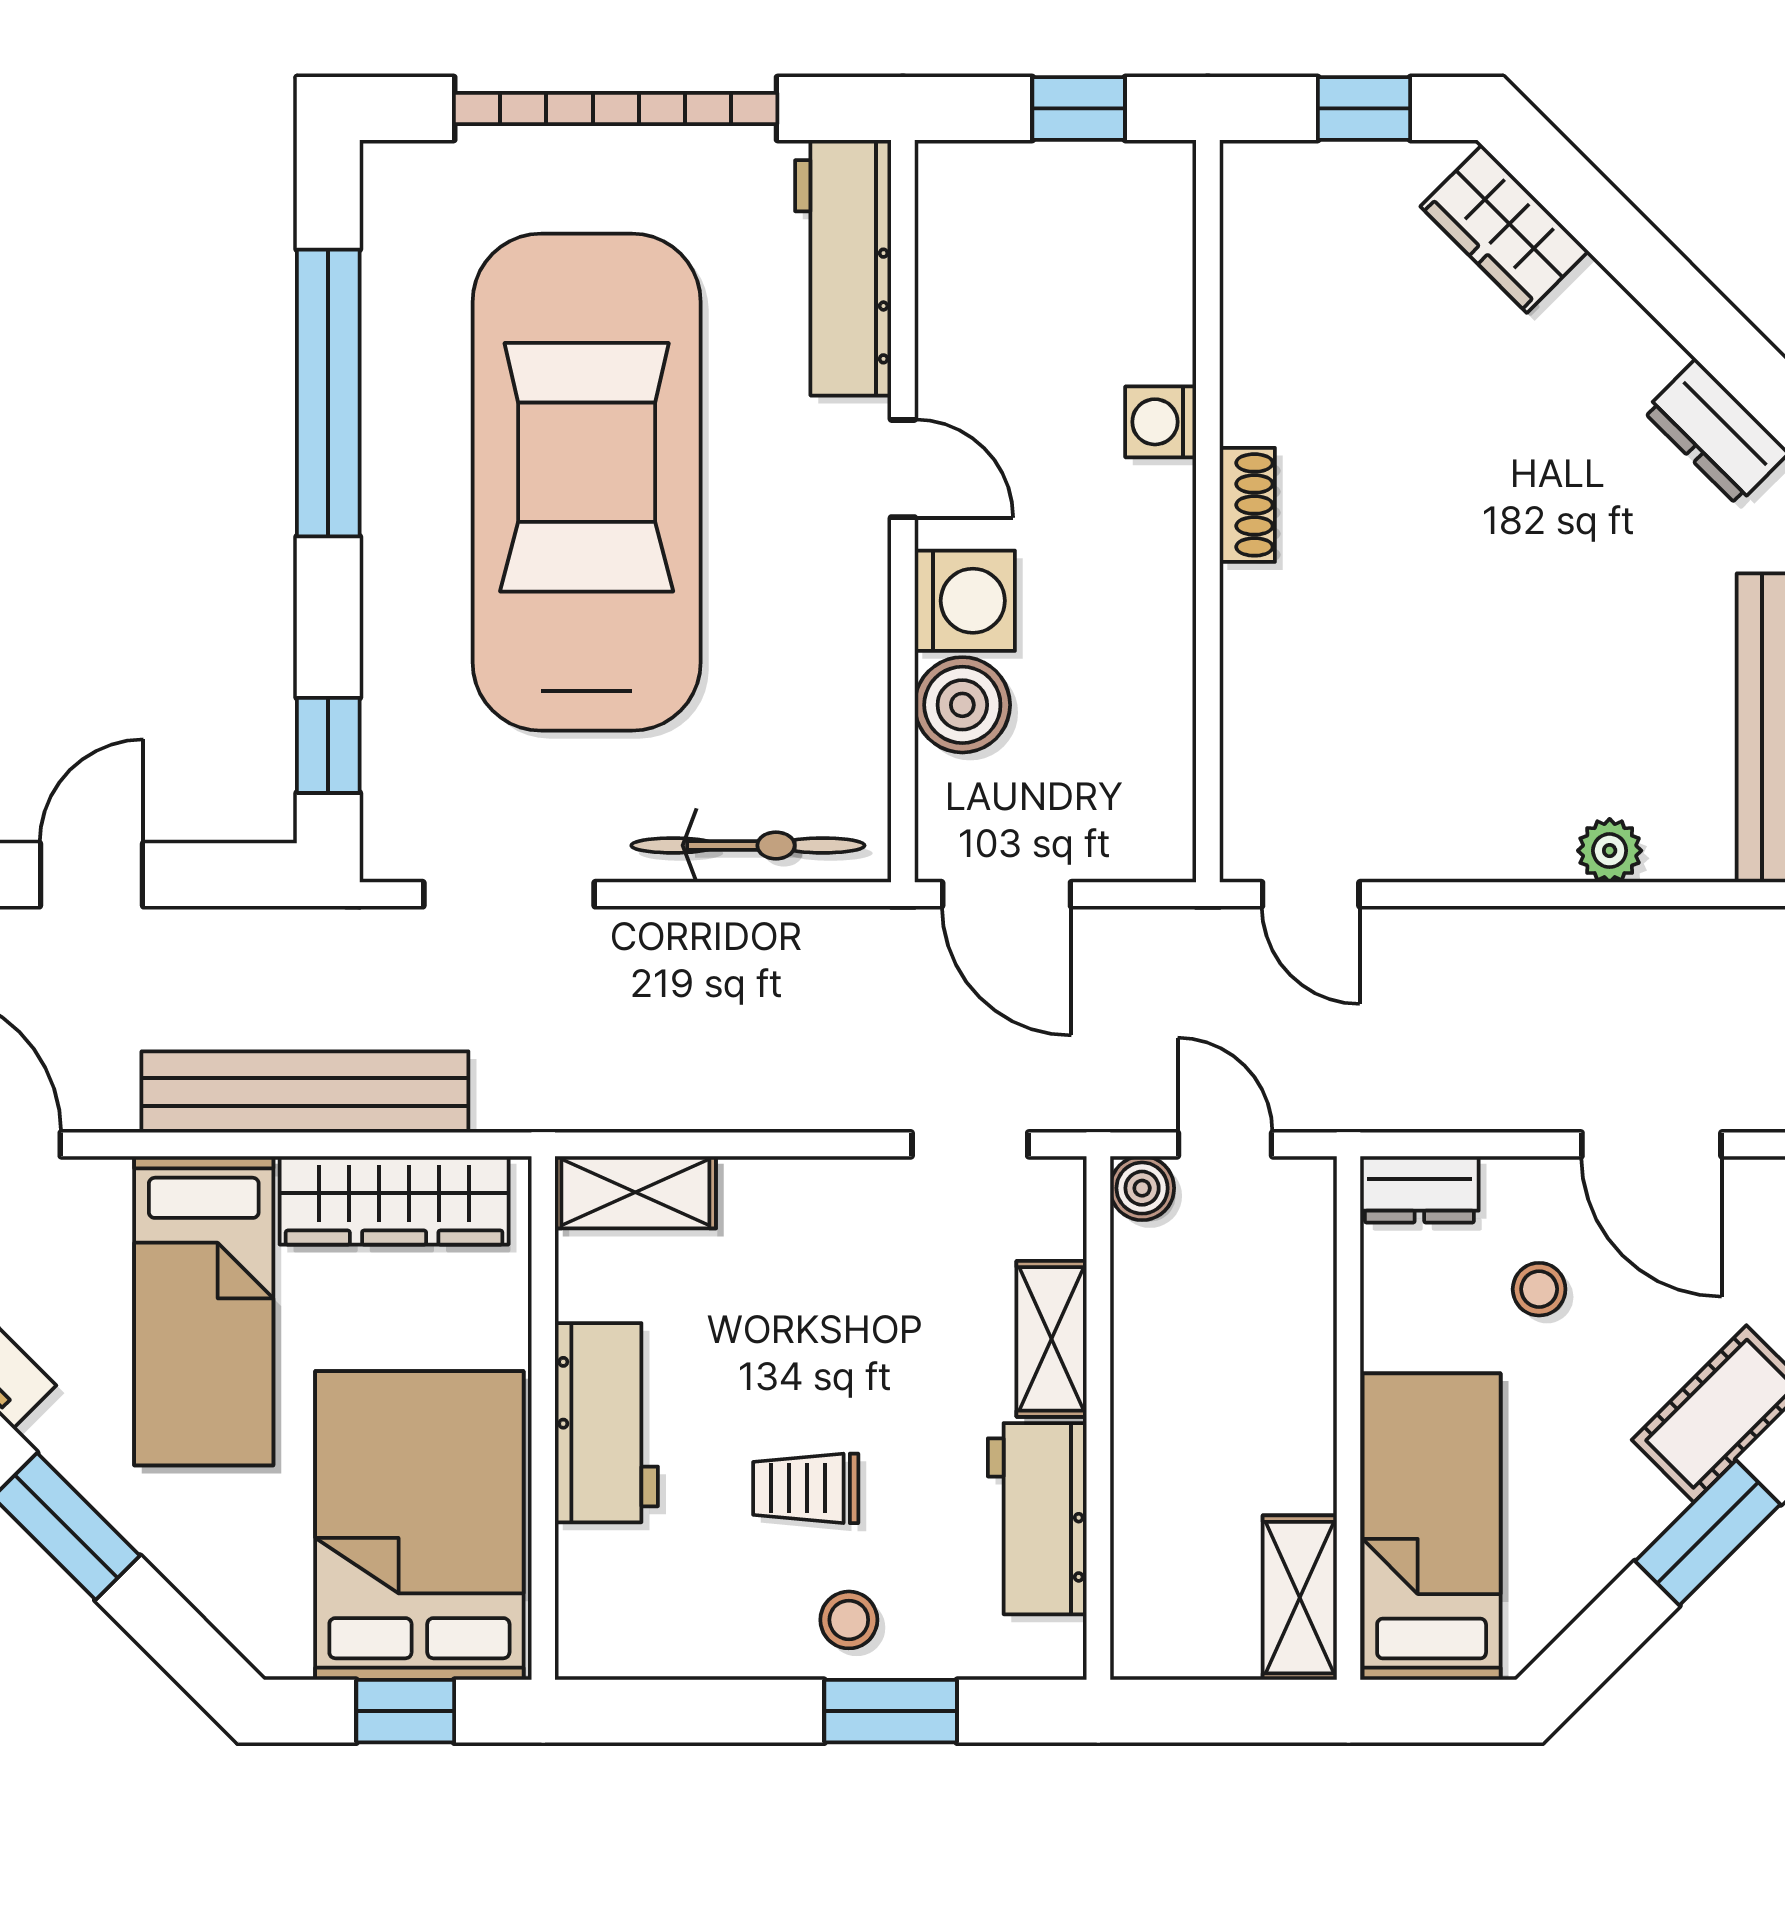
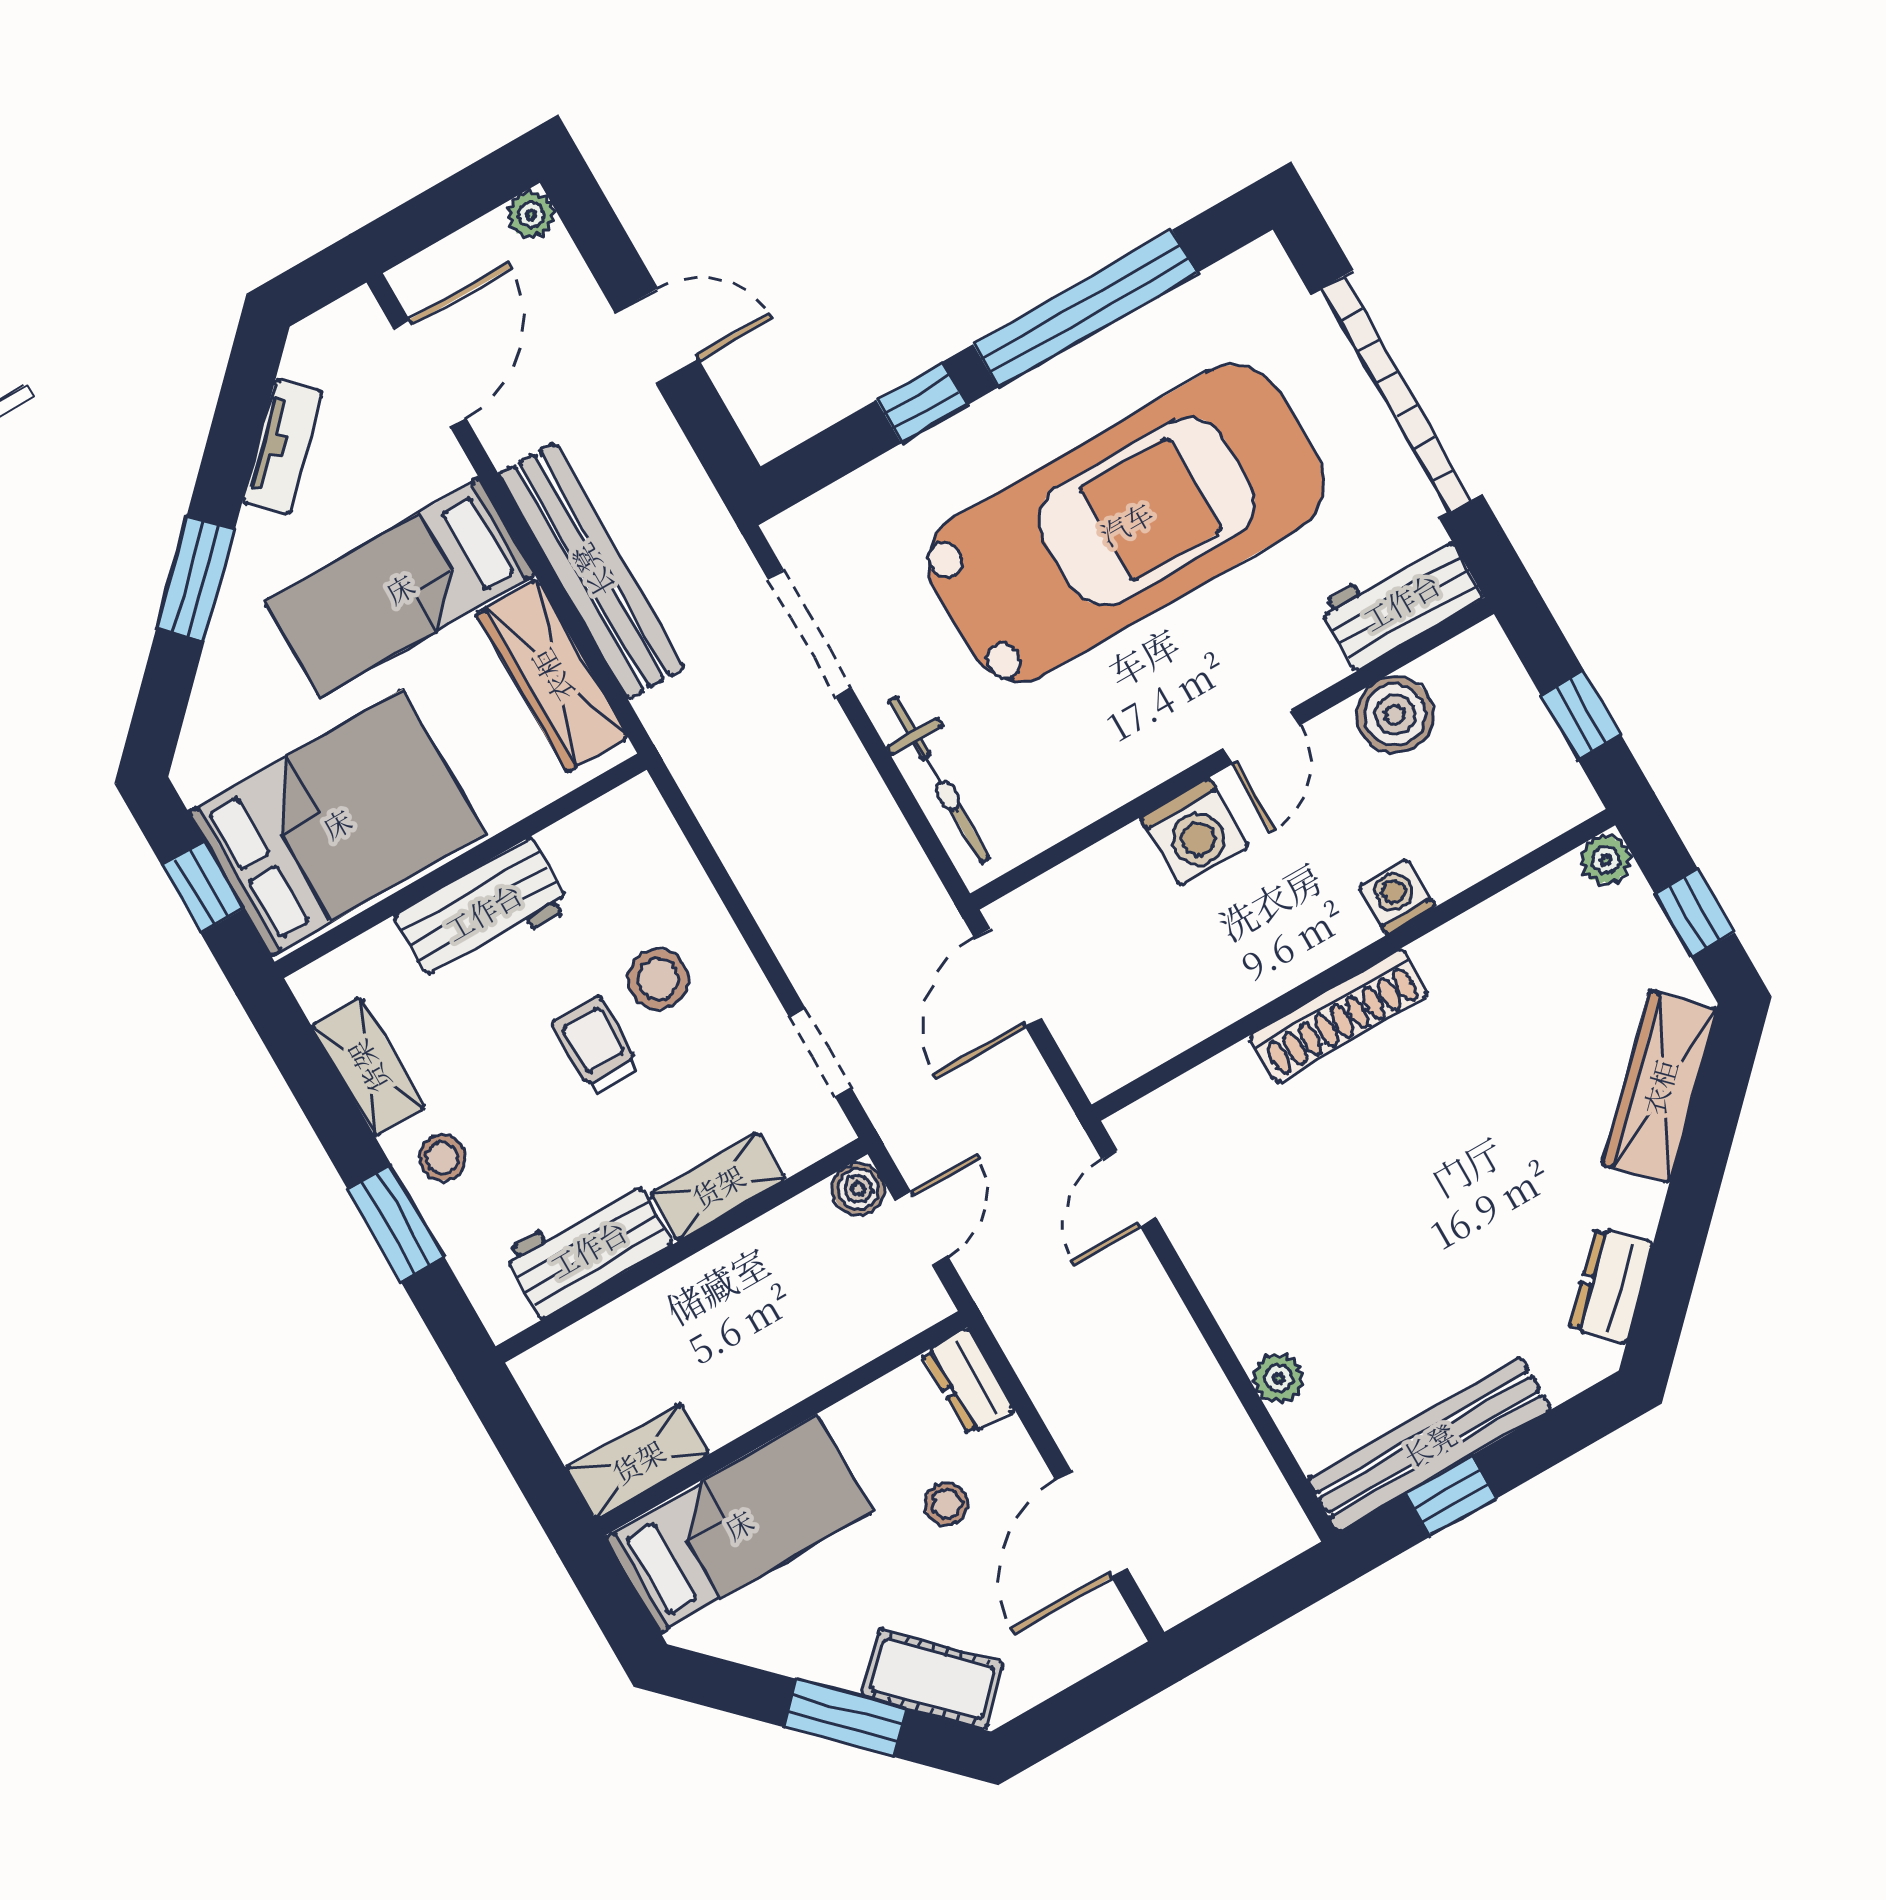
plant: (1251, 172) -> (1606, 860), added
wardrobe: (1504, 229) -> (1659, 1087), width x1.50
workbench: (843, 268) -> (1401, 601), width x0.73
shoe rack: (1247, 505) -> (1339, 1016), width x1.94, depth x1.24
boiler: (962, 705) -> (1395, 715), moved
window: (328, 745) -> (922, 403), moved
shelving: (635, 1192) -> (368, 1067), moved
stool: (789, 1275) -> (658, 979), added
trolley: (806, 1488) -> (596, 1045), moved

